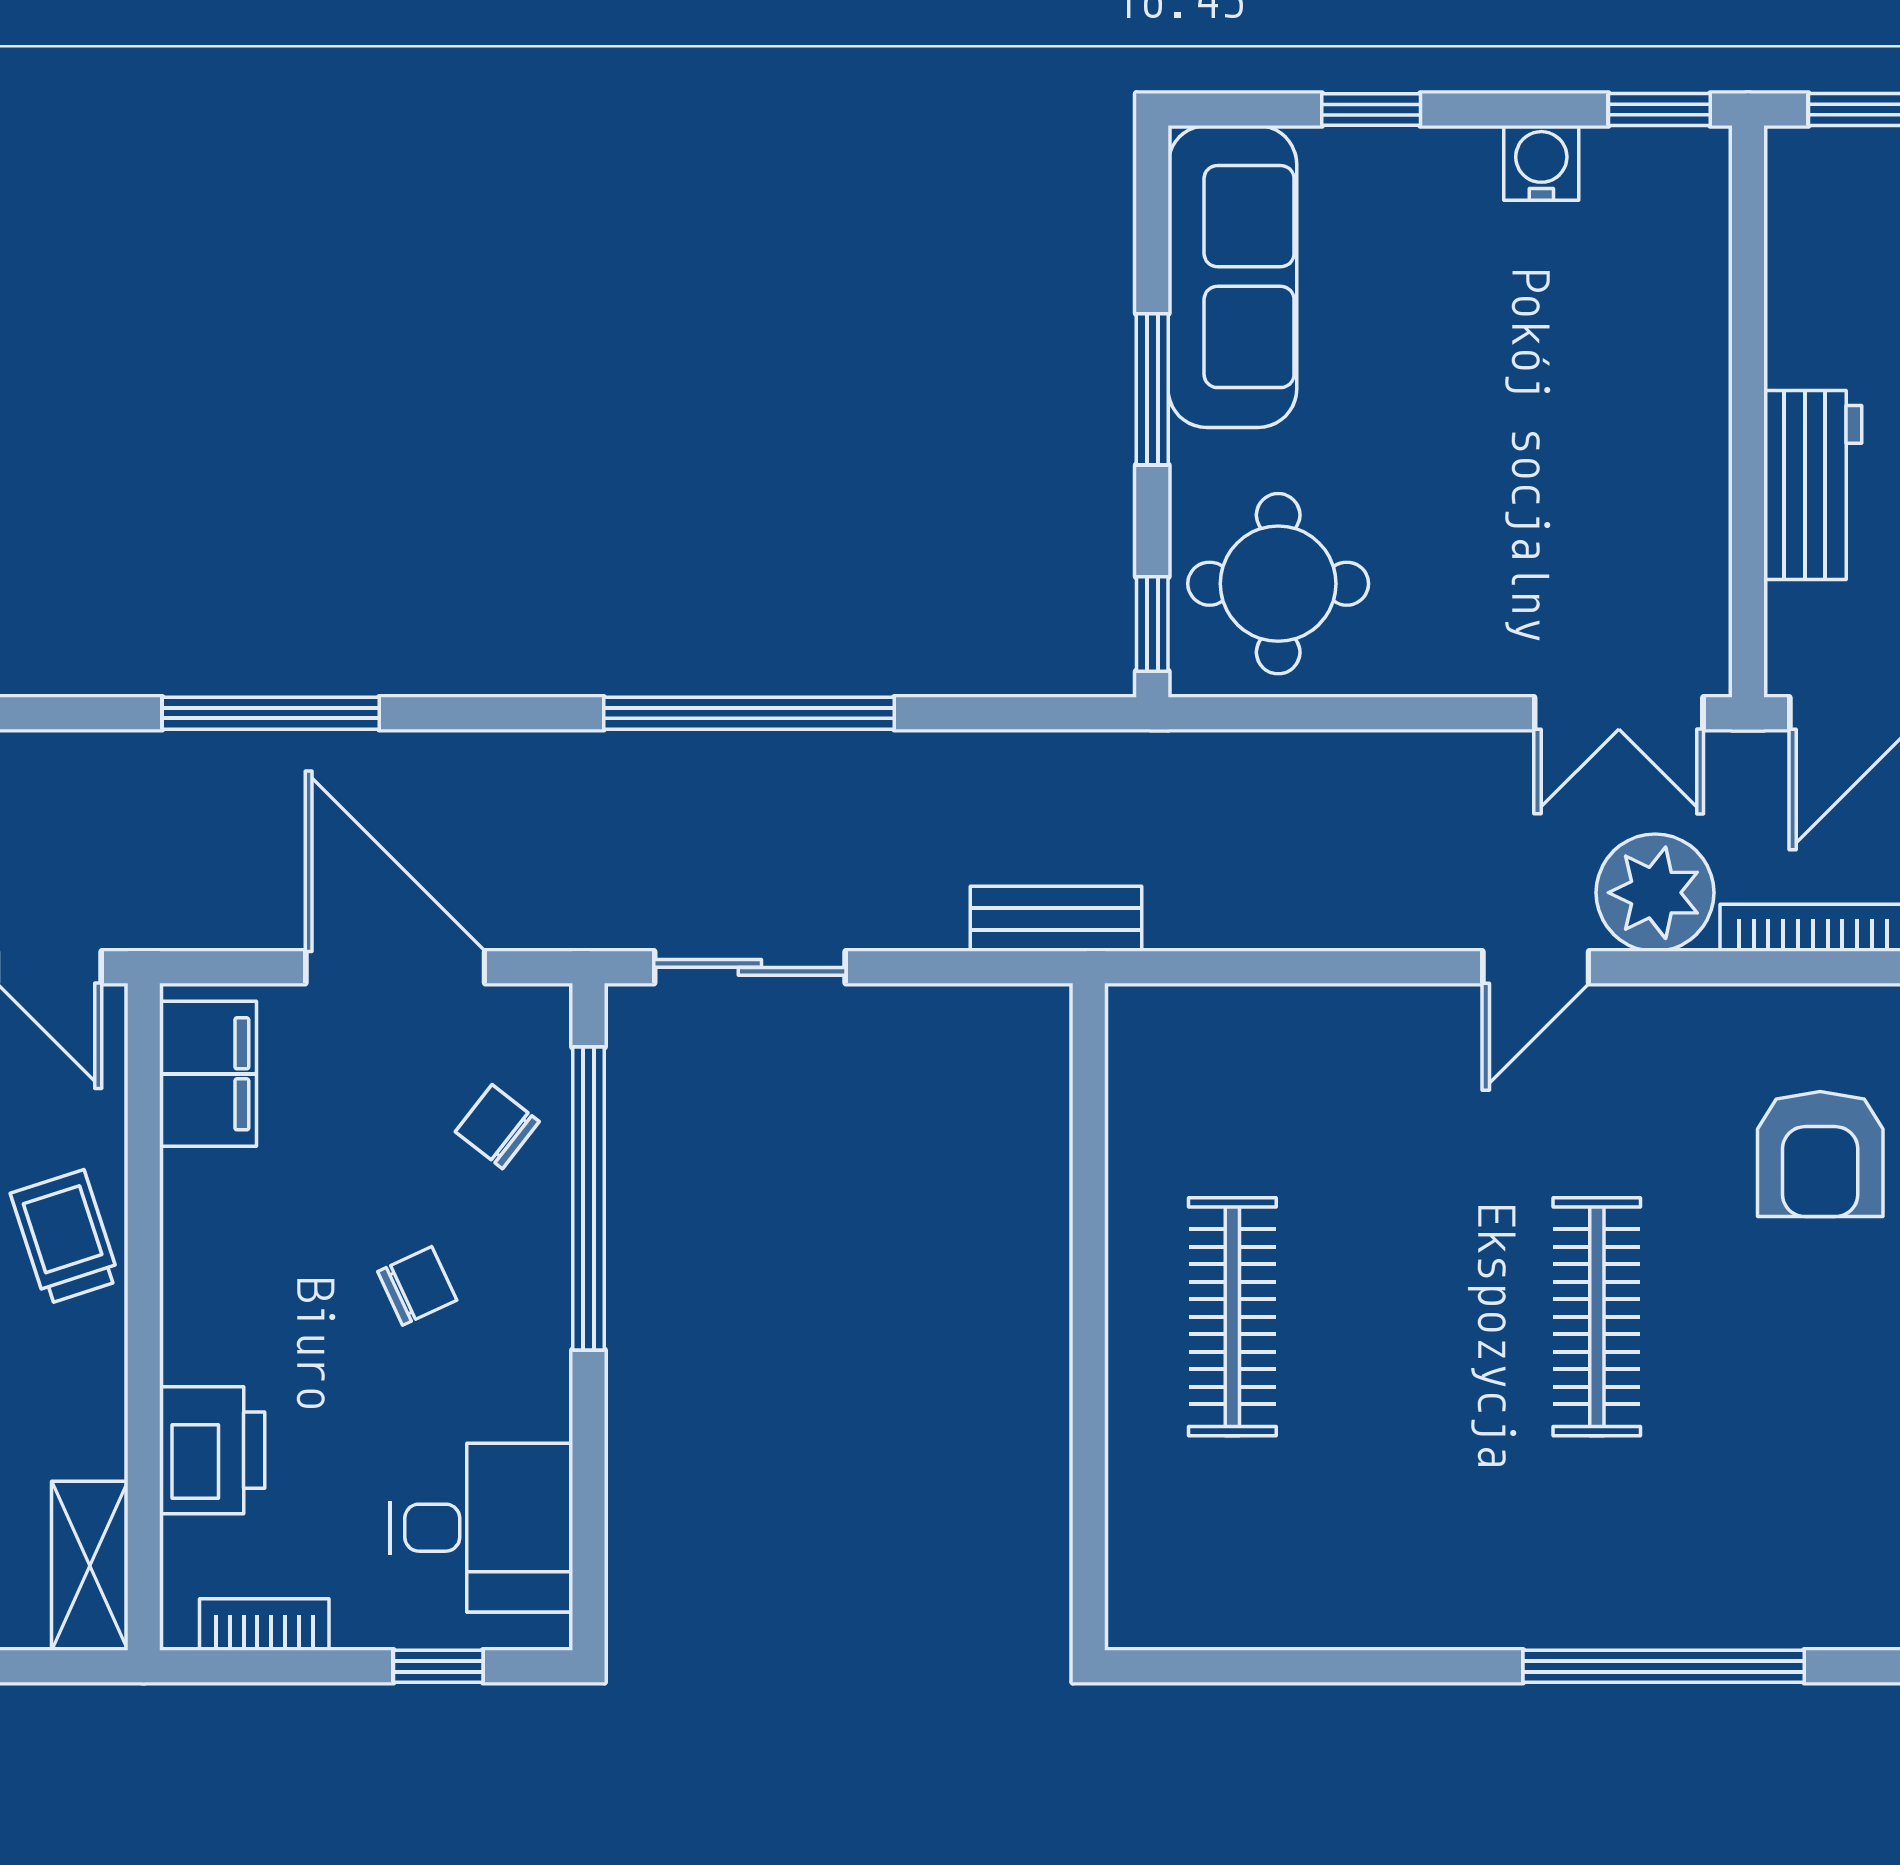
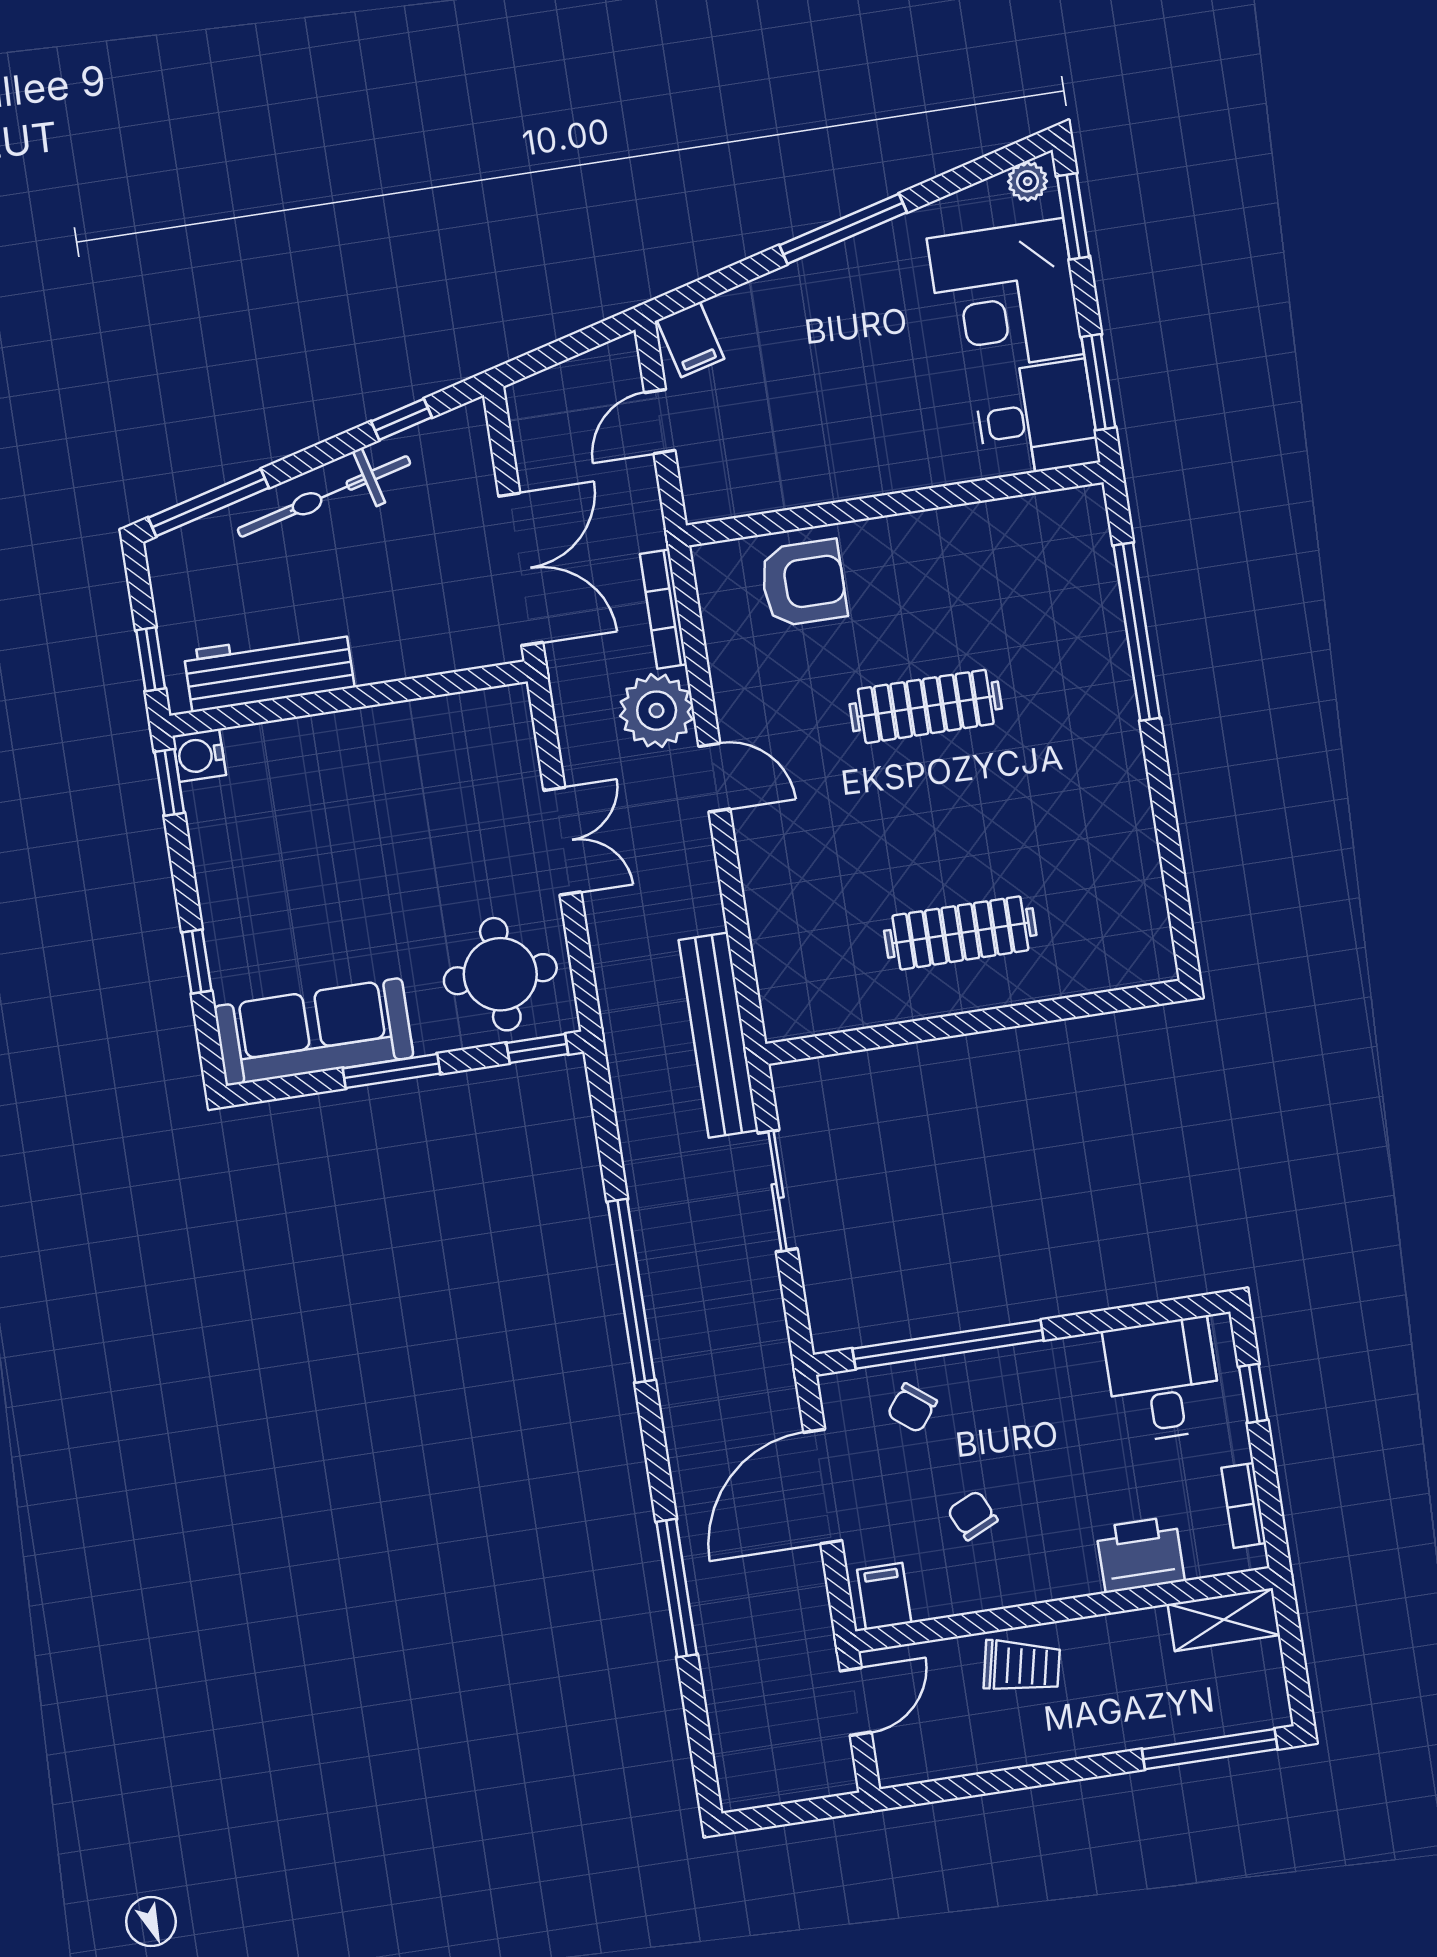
water cooler: (1541, 163) -> (199, 755), moved
workbench: (1813, 485) -> (269, 670), moved, width x1.38
double door: (1619, 713) -> (562, 841), moved
bench: (1056, 919) -> (718, 1035), width x1.86, depth x1.21
sliding door: (750, 967) -> (778, 1191), moved
filing cabinet: (208, 1074) -> (884, 1596), width x0.50
trolley: (65, 1237) -> (1022, 1666), turned -150
chair: (417, 1286) -> (973, 1515), moved

